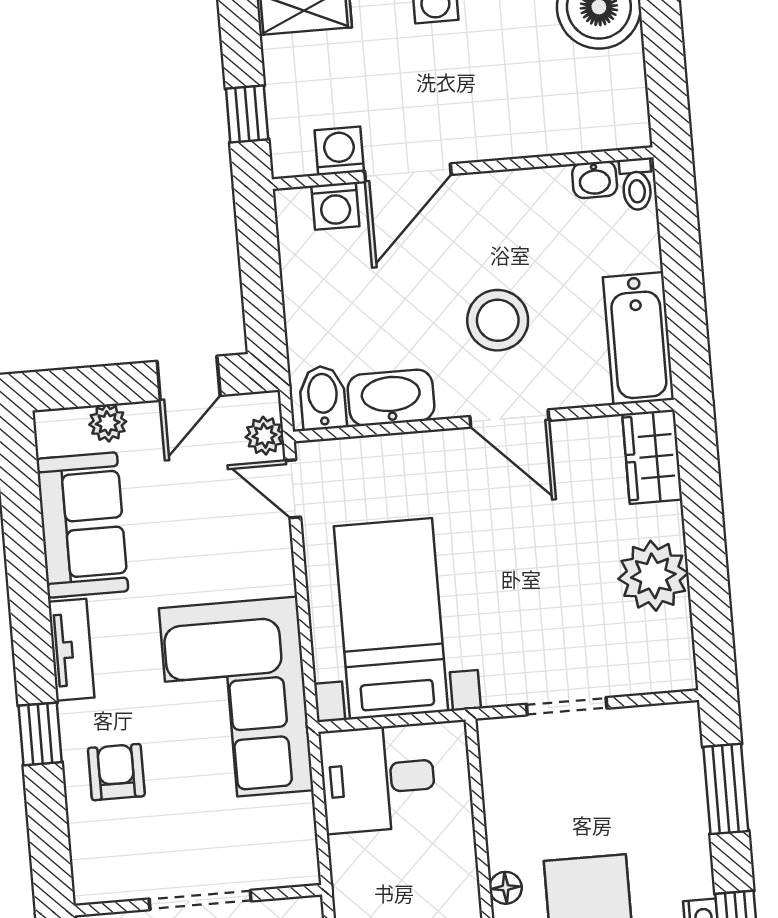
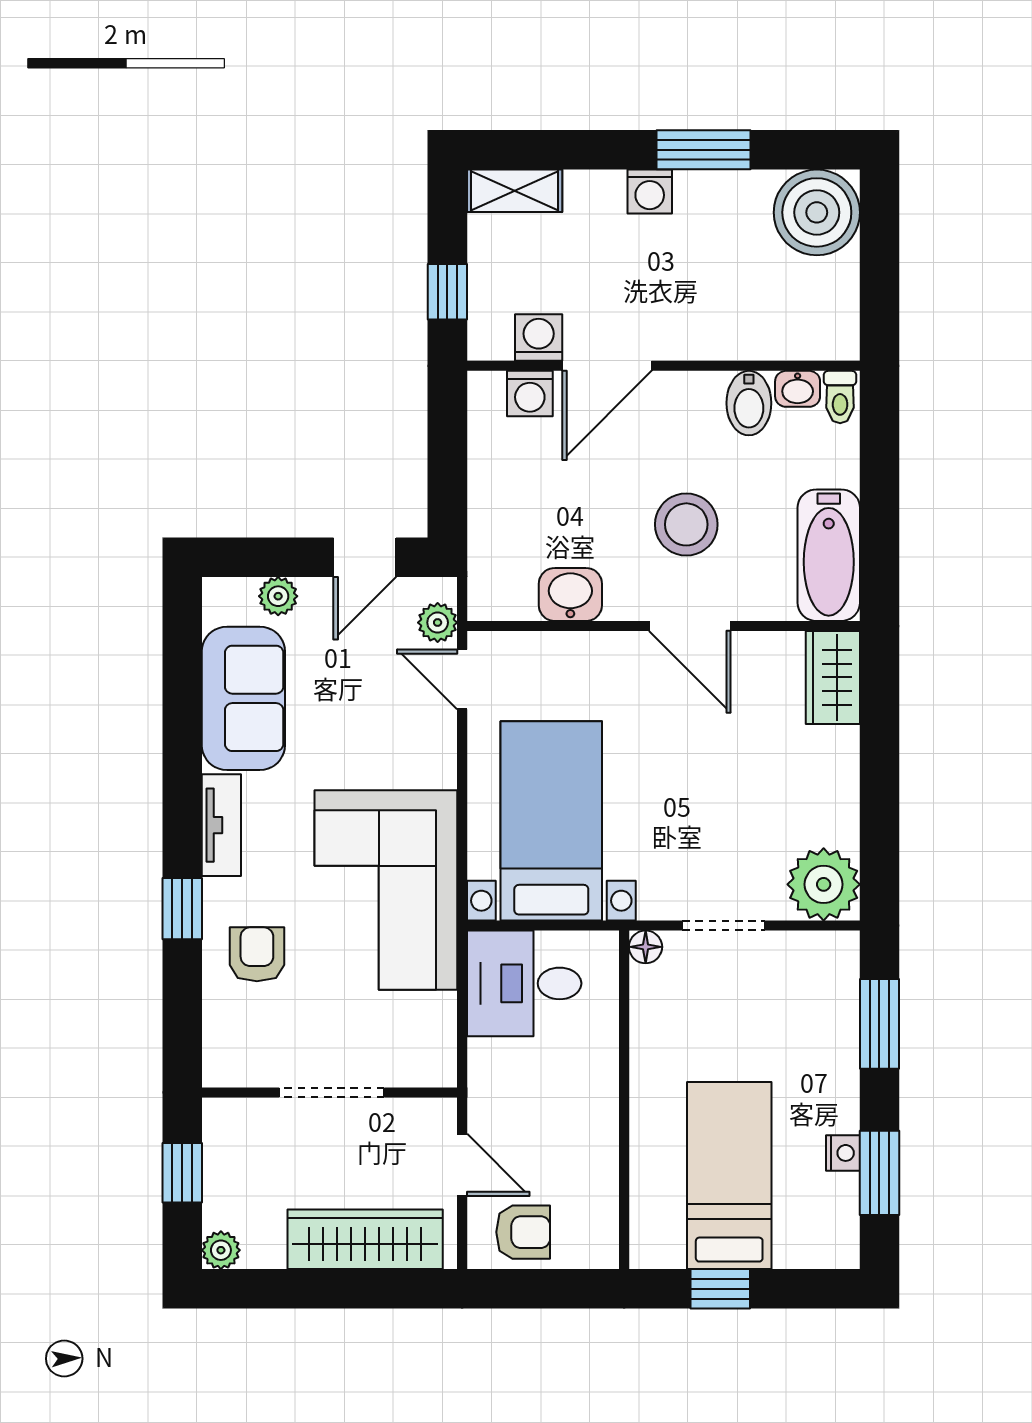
bidet: (323, 398) -> (749, 403), moved, turned 180
washbasin: (391, 398) -> (570, 594), width x0.72
plant: (653, 576) -> (824, 884), moved
floor lamp: (506, 888) -> (646, 947), moved

